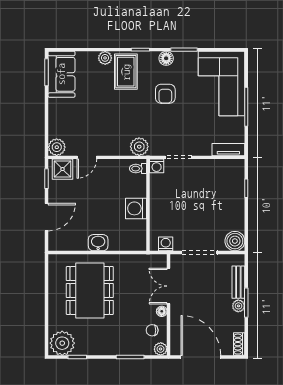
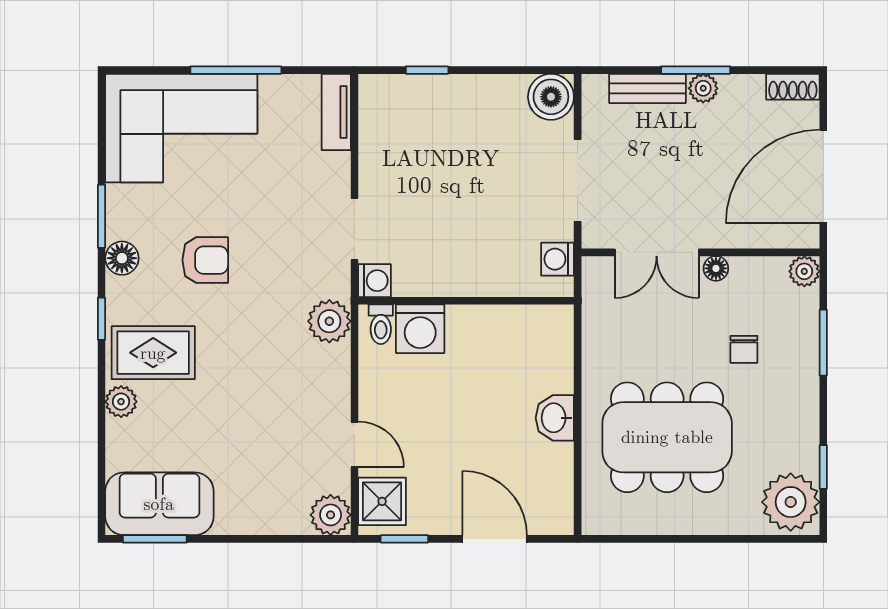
washing machine: (136, 208) -> (420, 329), moved
chair: (152, 330) -> (744, 349), moved

